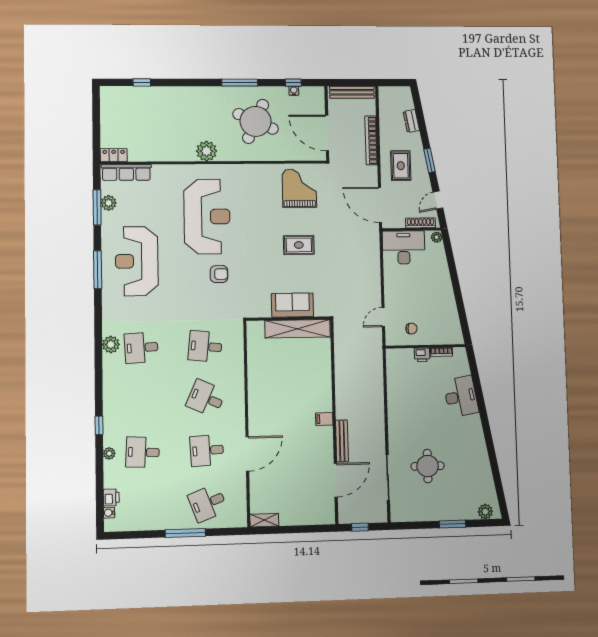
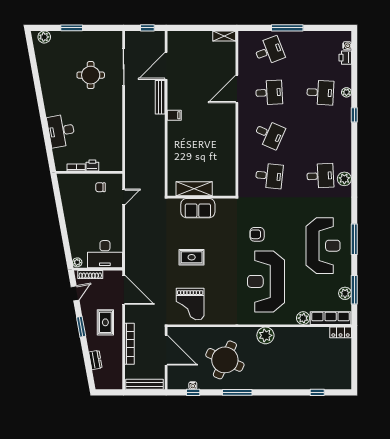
plant: (160, 172) -> (303, 318), added
shelving: (298, 329) -> (194, 189), width x0.68

